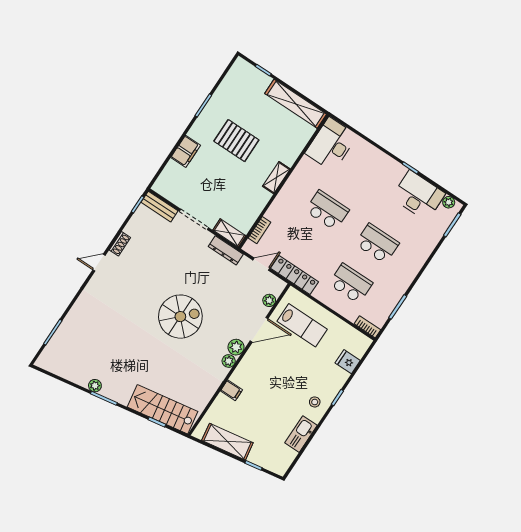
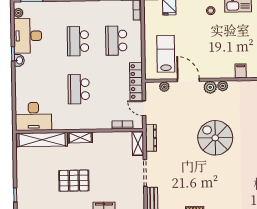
shelving: (296, 104) -> (42, 140), moved, turned 90
pallet: (236, 141) -> (74, 181), turned 90
washbasin: (399, 169) -> (19, 60), added

